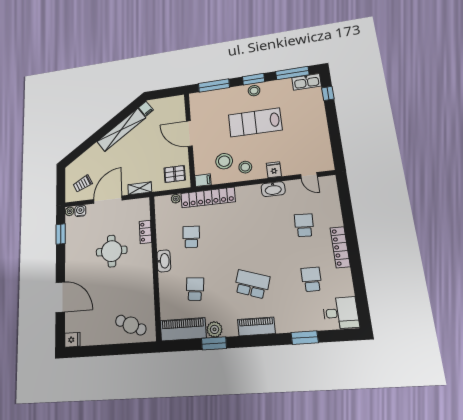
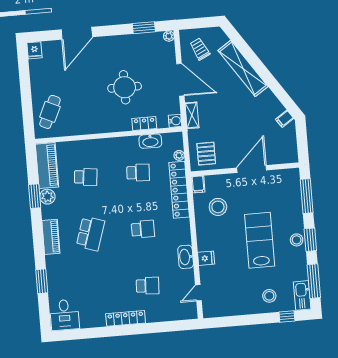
shelving: (121, 130) -> (243, 68), moved
stool: (245, 167) -> (269, 296), moved
water cooler: (80, 211) -> (175, 121), moved
washbasin: (164, 261) -> (150, 141), moved
school desk: (311, 279) -> (143, 229), moved

